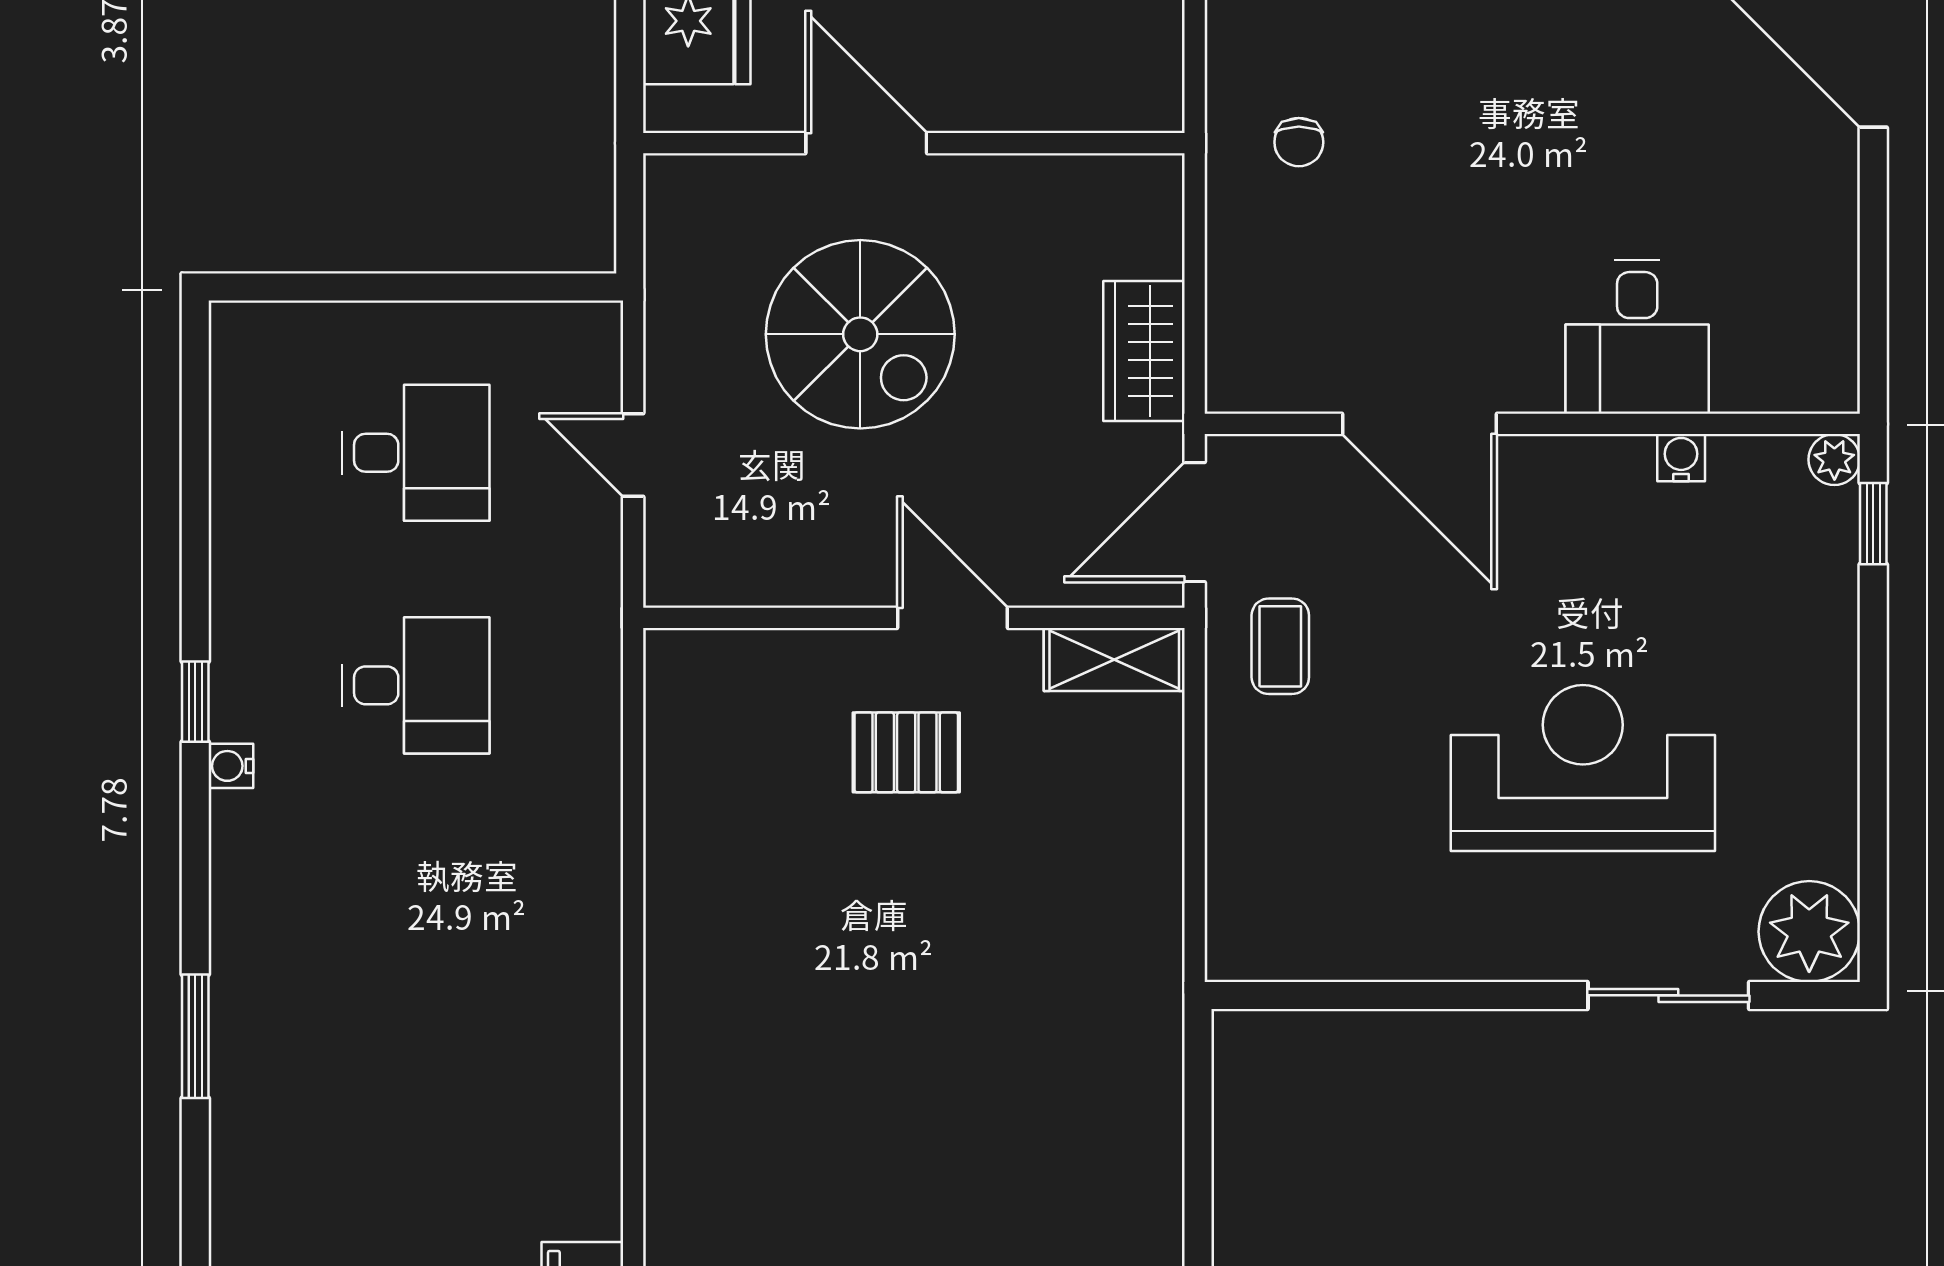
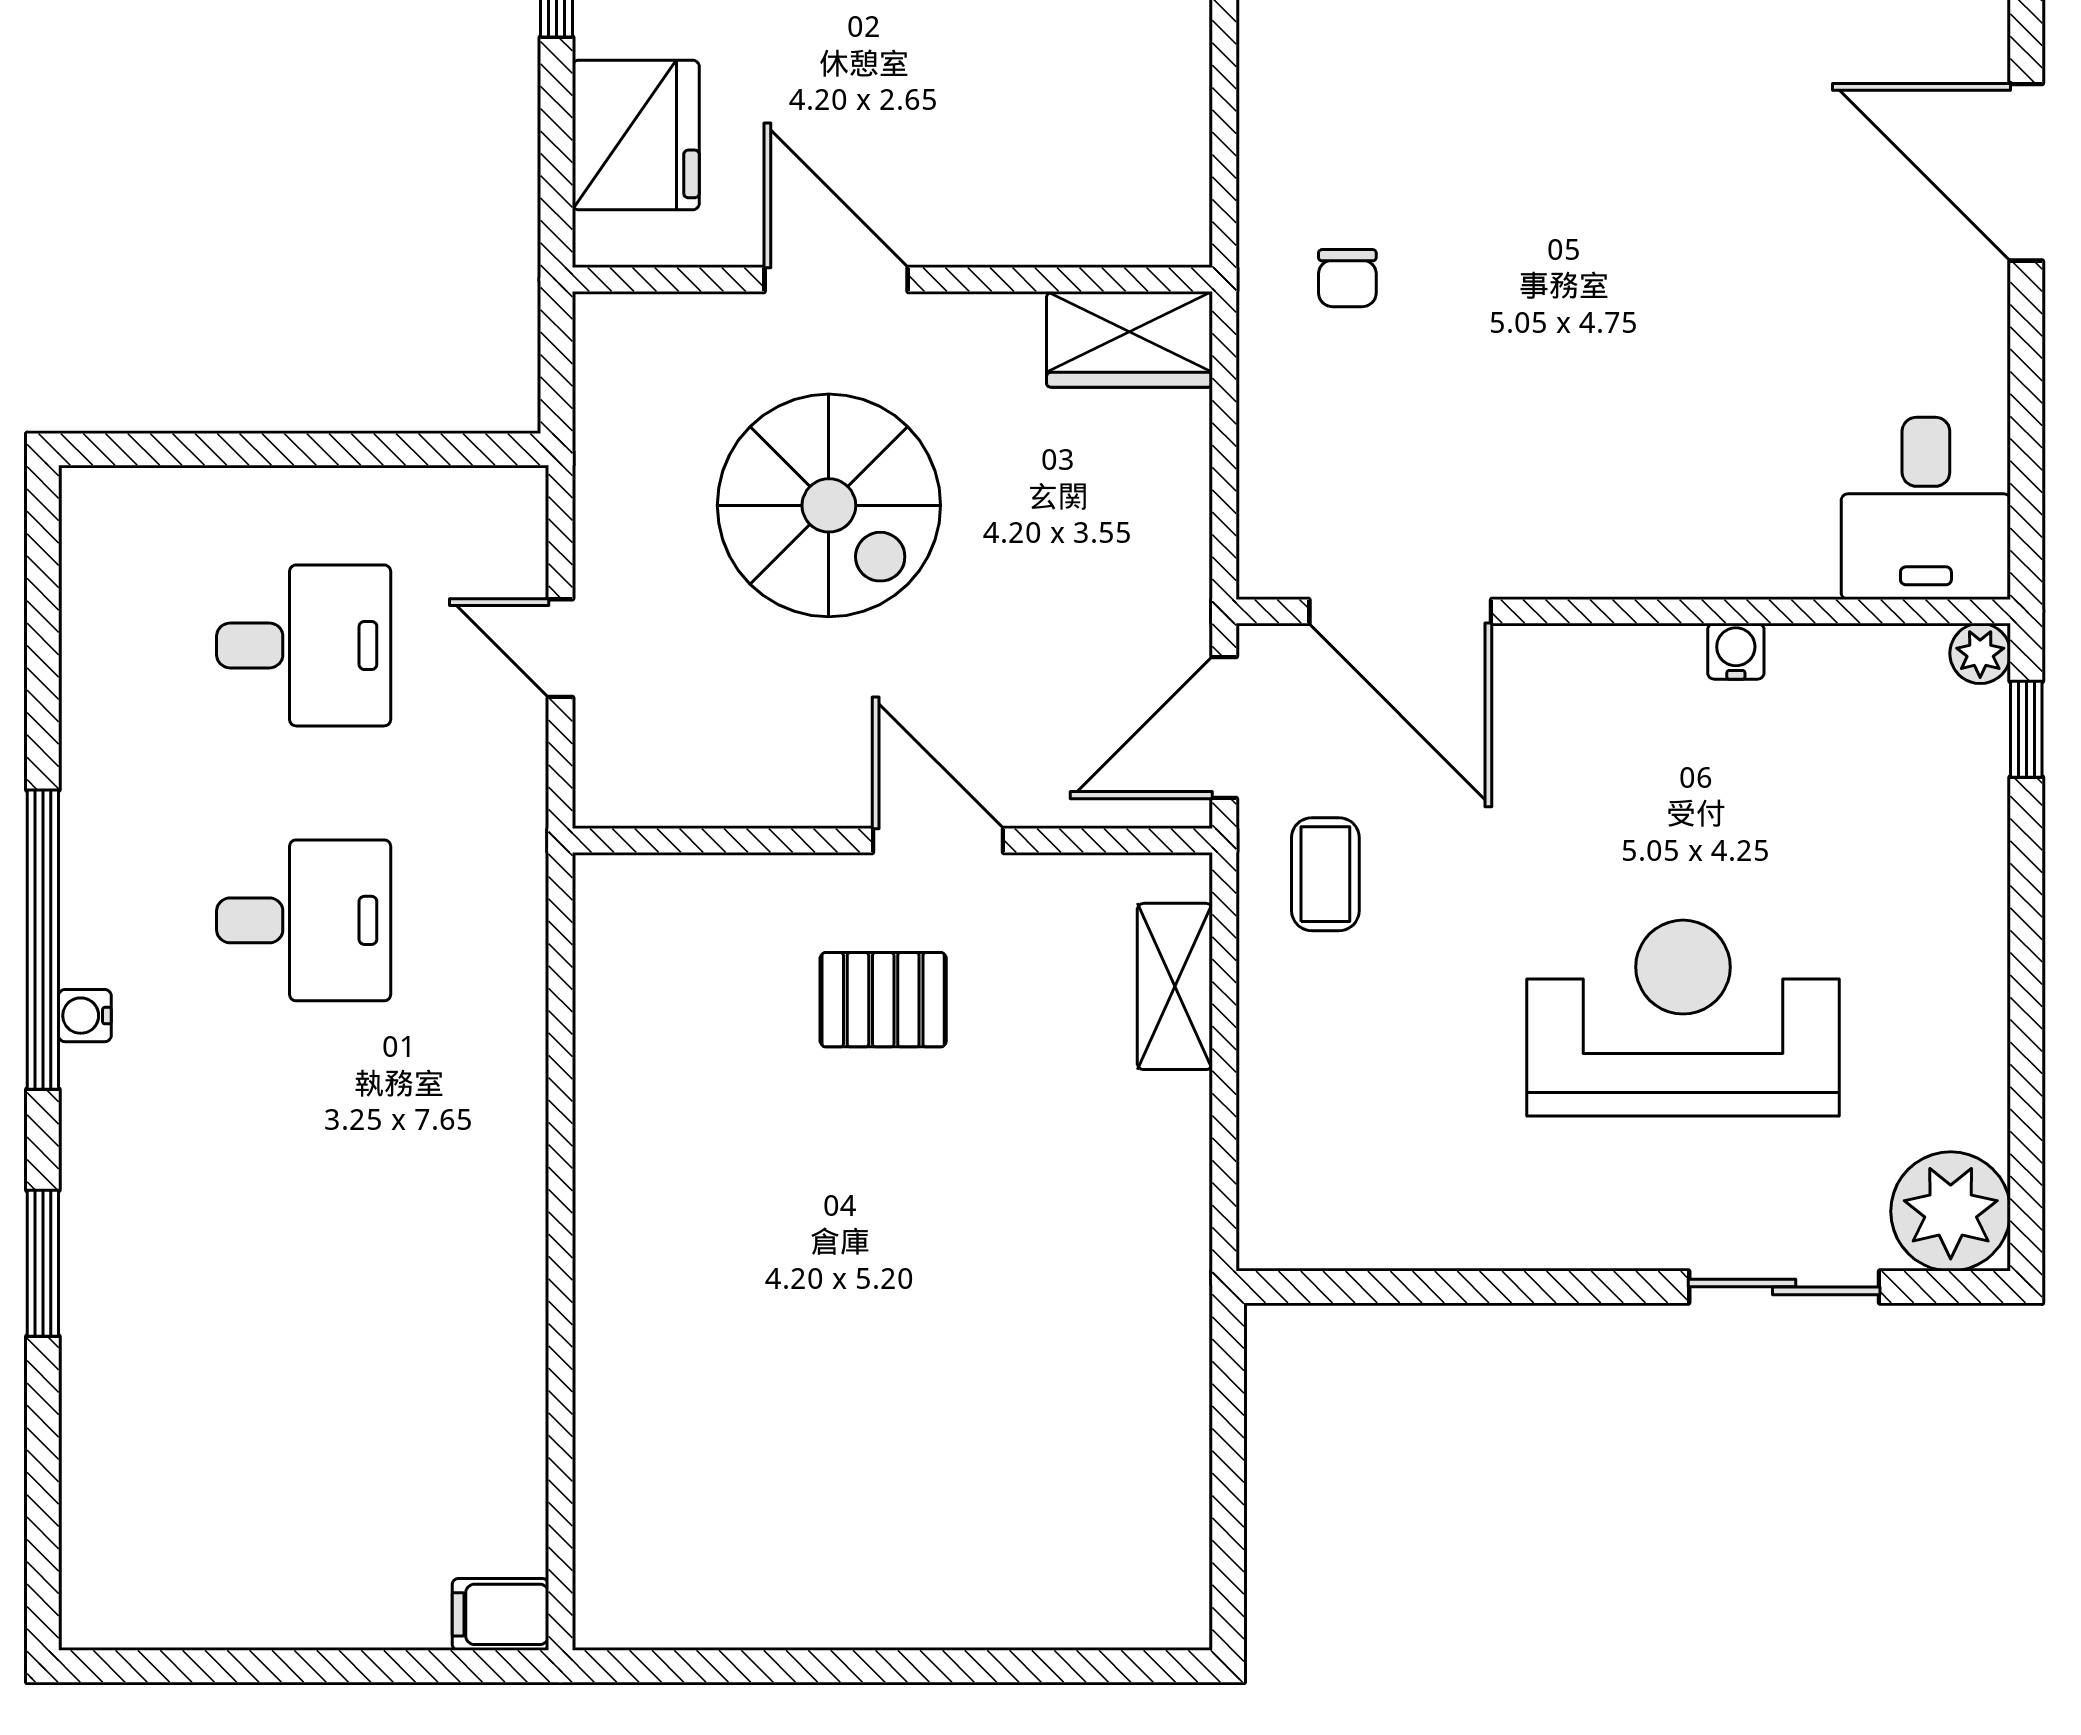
desk: (1637, 337) -> (1926, 508), moved
wardrobe: (1144, 351) -> (1129, 339), moved, turned -90
door: (1419, 424) -> (1400, 611), moved
water cooler: (1681, 458) -> (1736, 651), moved
shelving: (1114, 660) -> (1175, 986), moved, turned 90
window: (195, 702) -> (43, 940), width x3.17
window: (195, 1036) -> (43, 1263), moved

